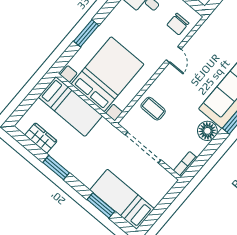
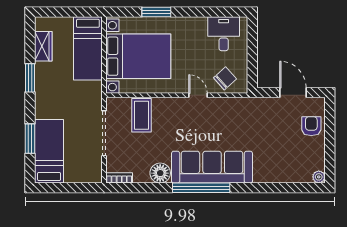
chair: (178, 24) -> (225, 78), turned 138
door: (174, 55) -> (198, 95), swing flipped
coffee table: (153, 109) -> (142, 115), width x1.36, depth x1.30

